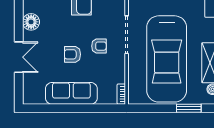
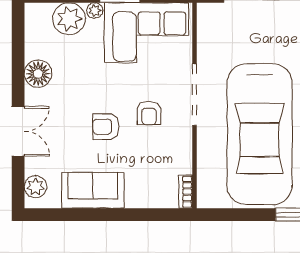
armchair: (99, 46) -> (149, 113), turned 90
plant: (29, 91) -> (36, 187), added
sofa: (71, 93) -> (93, 190), width x0.73

